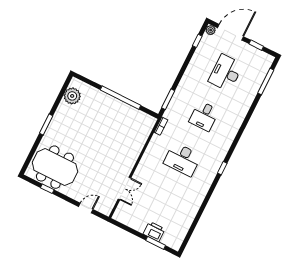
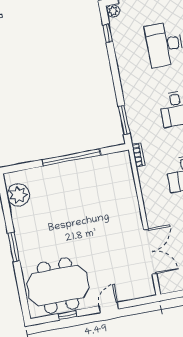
double door: (124, 189) -> (150, 252), width x1.37
door: (86, 208) -> (109, 307), moved

